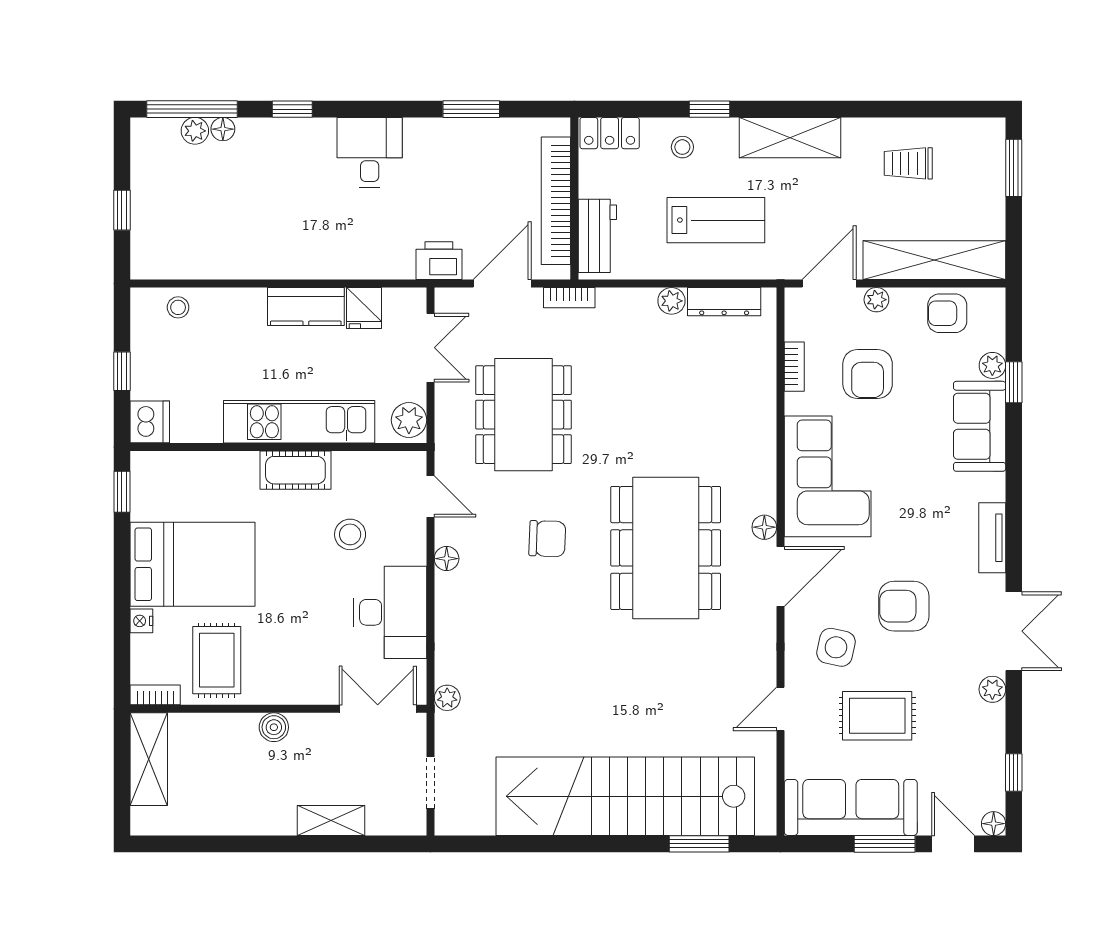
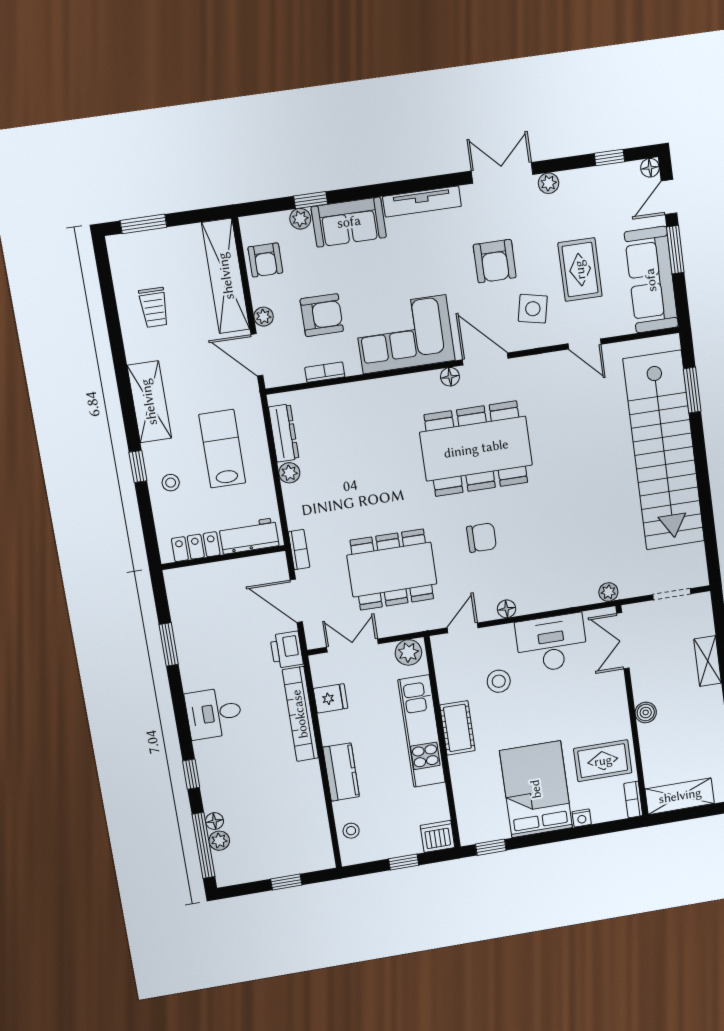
locker: (610, 133) -> (196, 547), moved, turned -90
bookcase: (556, 201) -> (300, 714), moved, turned 90
kitchen counter: (306, 306) -> (341, 772), moved
tv unit: (992, 538) -> (422, 201), width x1.41
chair: (547, 539) -> (482, 538), turned 88

